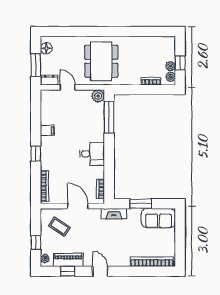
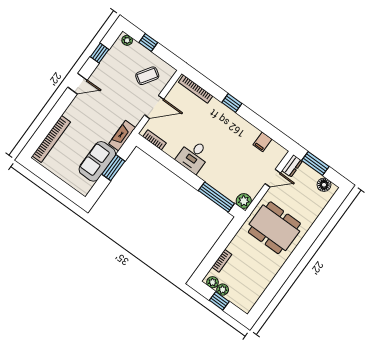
filing cabinet: (47, 130) -> (263, 142), moved
sofa: (158, 218) -> (97, 161), moved
piano: (68, 260) -> (110, 61), removed

